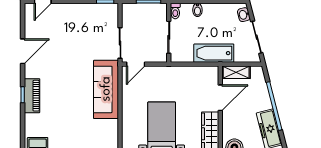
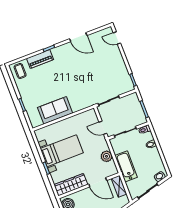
door: (136, 64) -> (103, 128), moved
plant: (191, 74) -> (106, 156), added
sofa: (106, 89) -> (55, 110), moved, width x0.73
piano: (32, 96) -> (40, 59), moved

